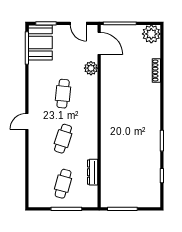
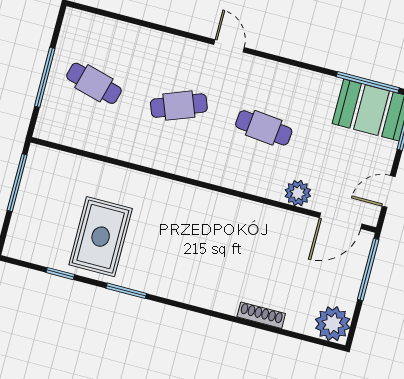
cafe table: (63, 139) -> (179, 106), turned -39
rug: (138, 160) -> (101, 237), added
dresser: (93, 172) -> (101, 145), removed

